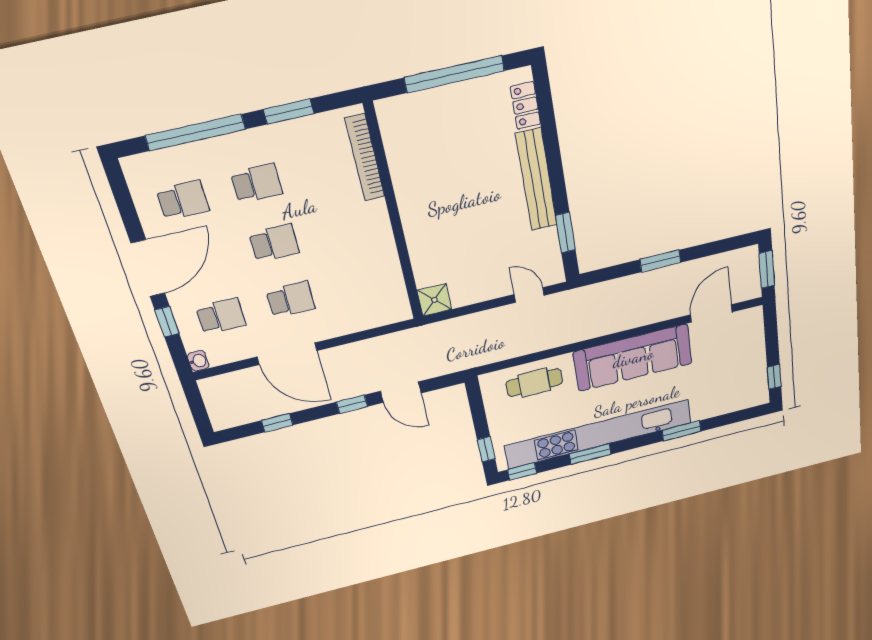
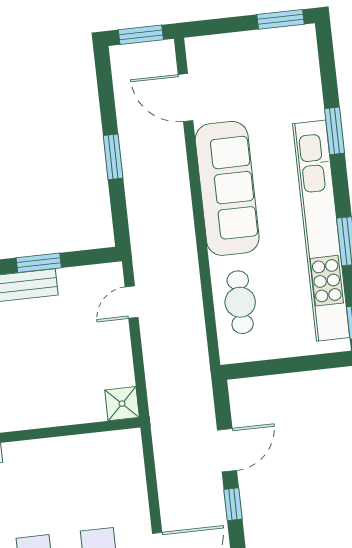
window: (565, 233) -> (39, 263), moved
window: (774, 377) -> (281, 19), width x1.50
window: (486, 449) -> (318, 362), removed

